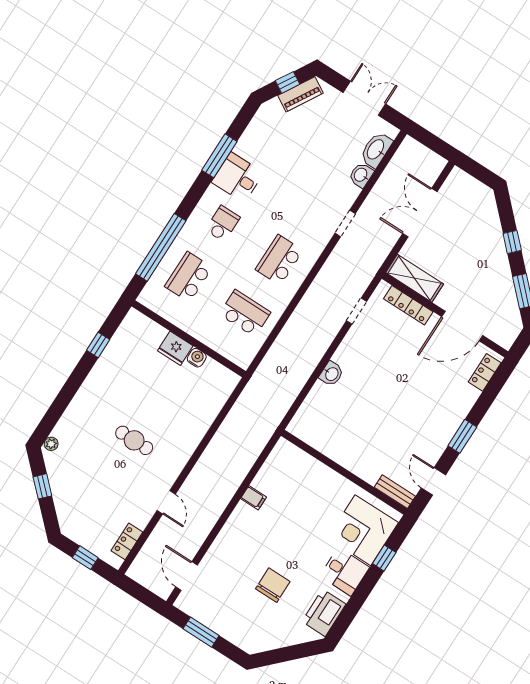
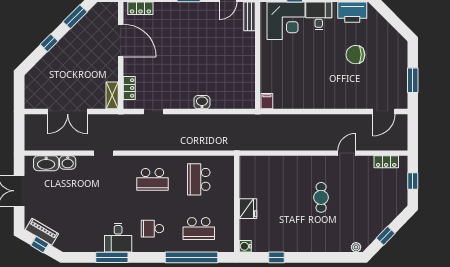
shelving: (415, 278) -> (112, 95), width x0.67, depth x0.75
locker: (408, 305) -> (129, 88), width x0.66
water cooler: (197, 358) -> (245, 246), moved
filing cabinet: (253, 498) -> (267, 101), moved

